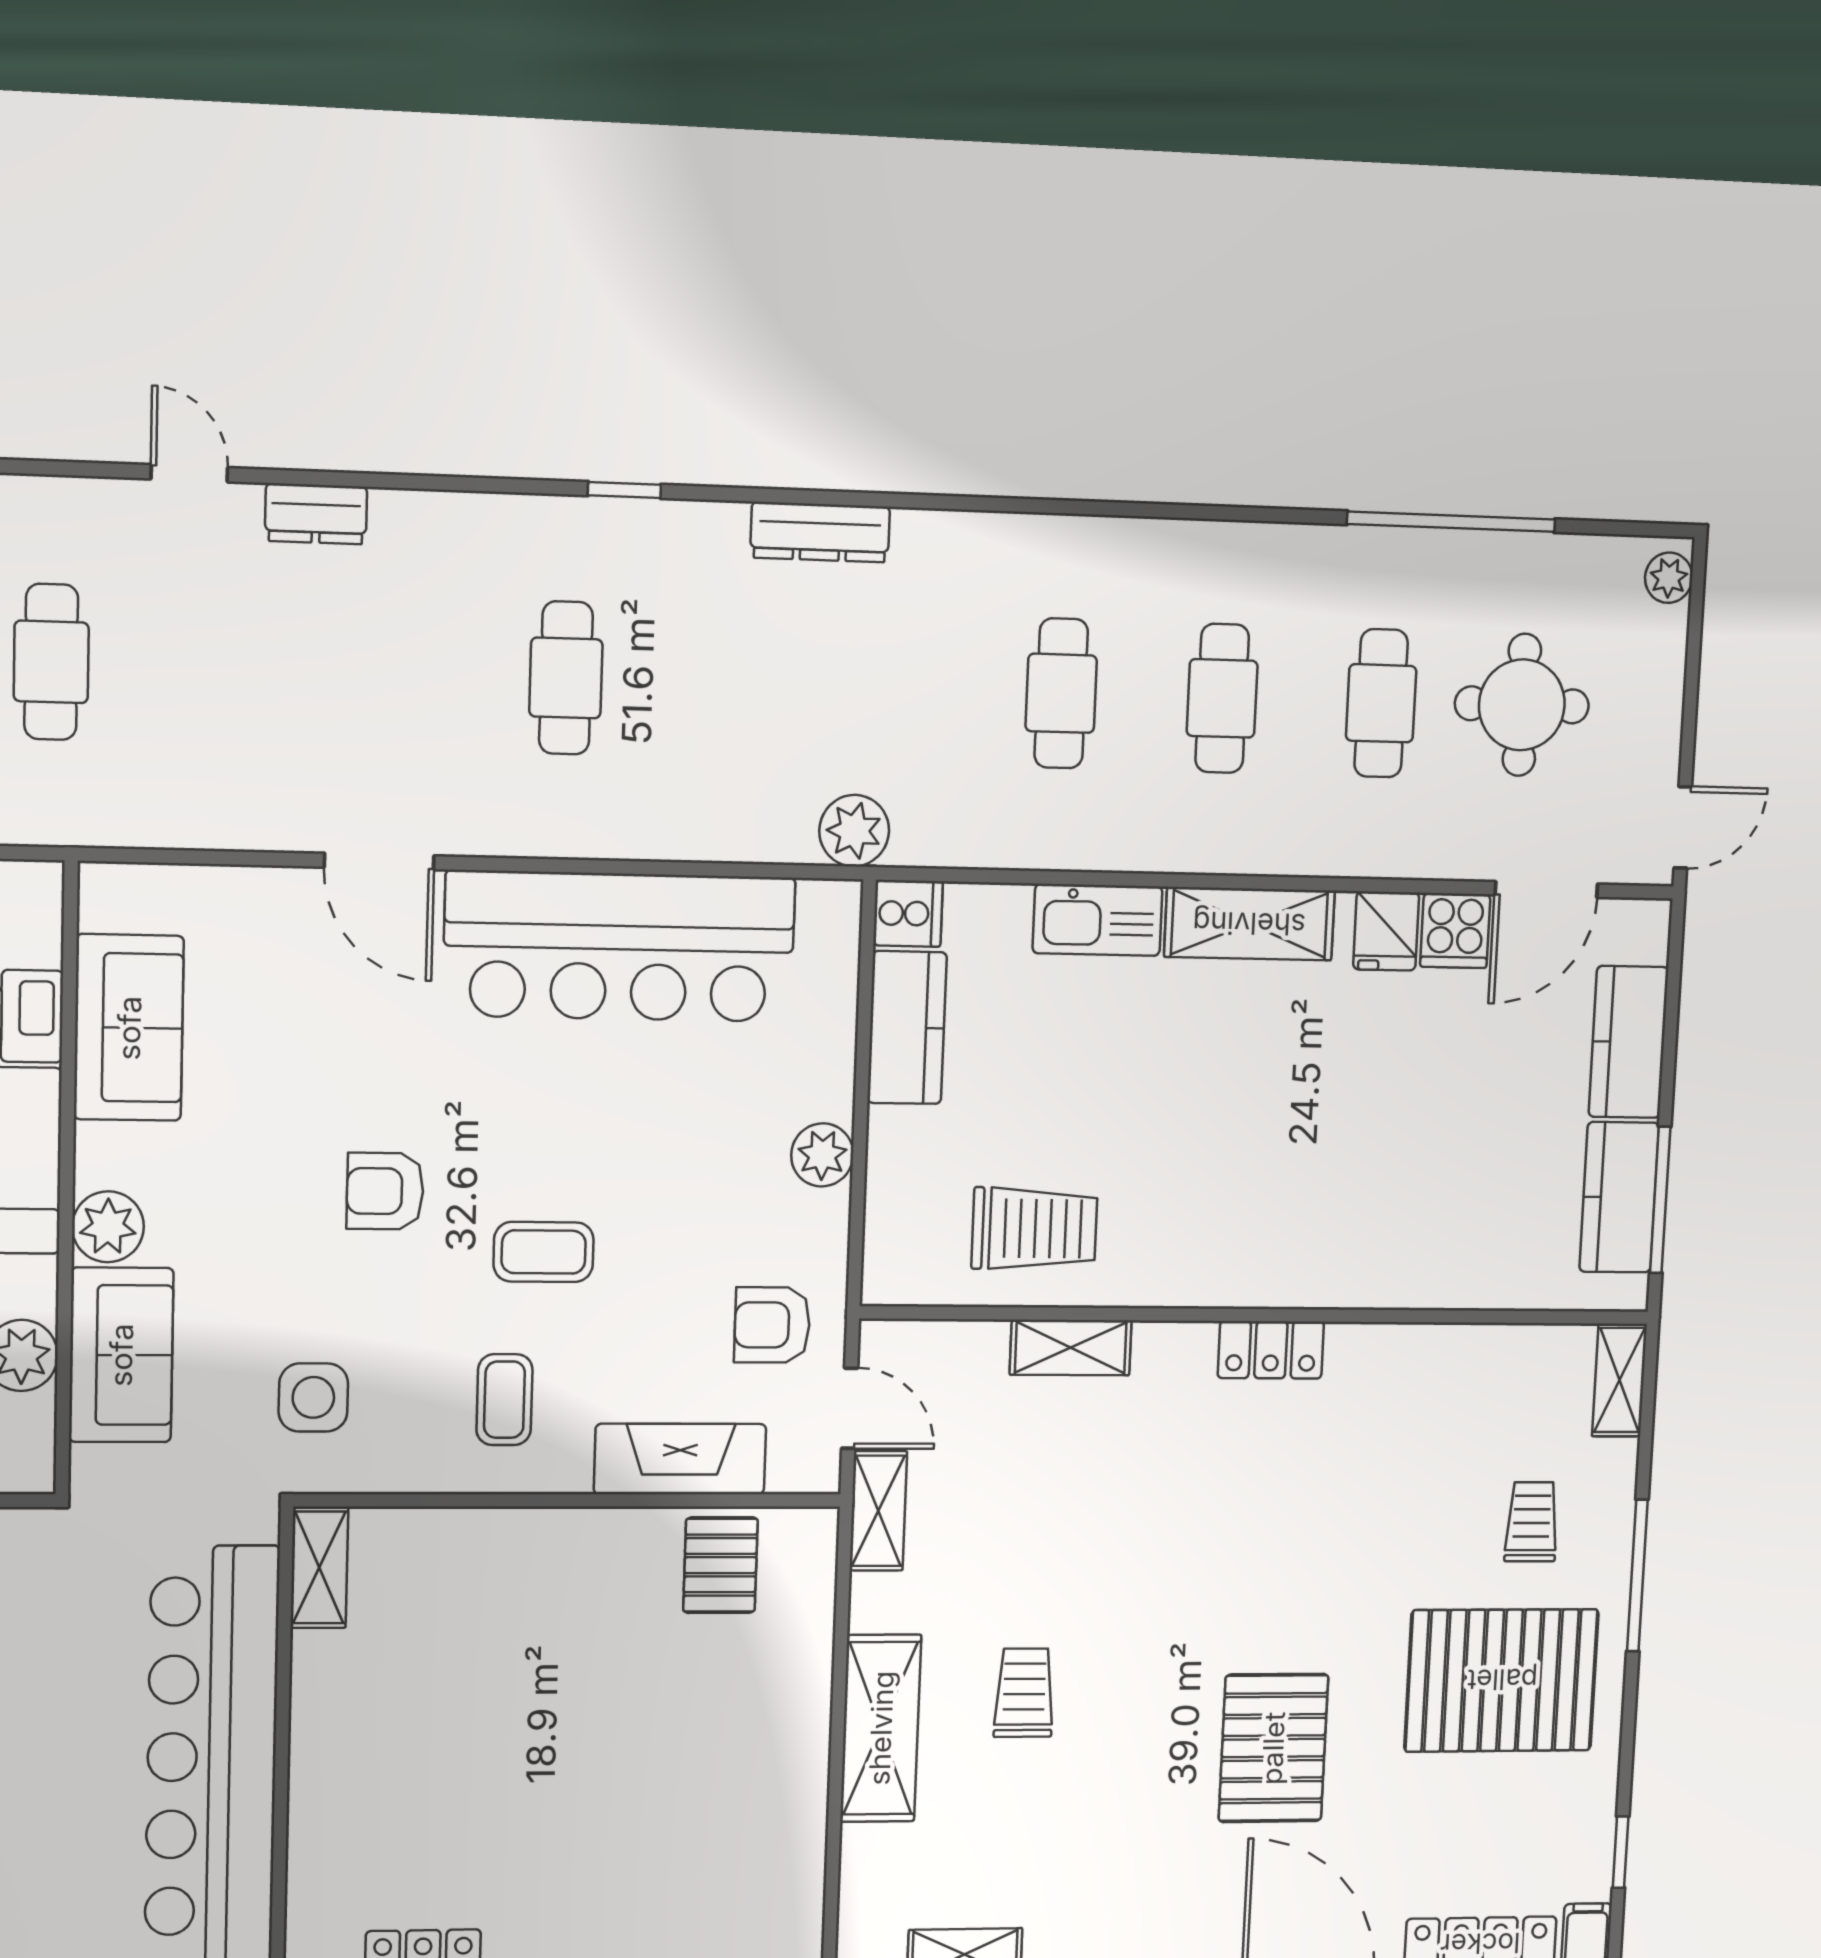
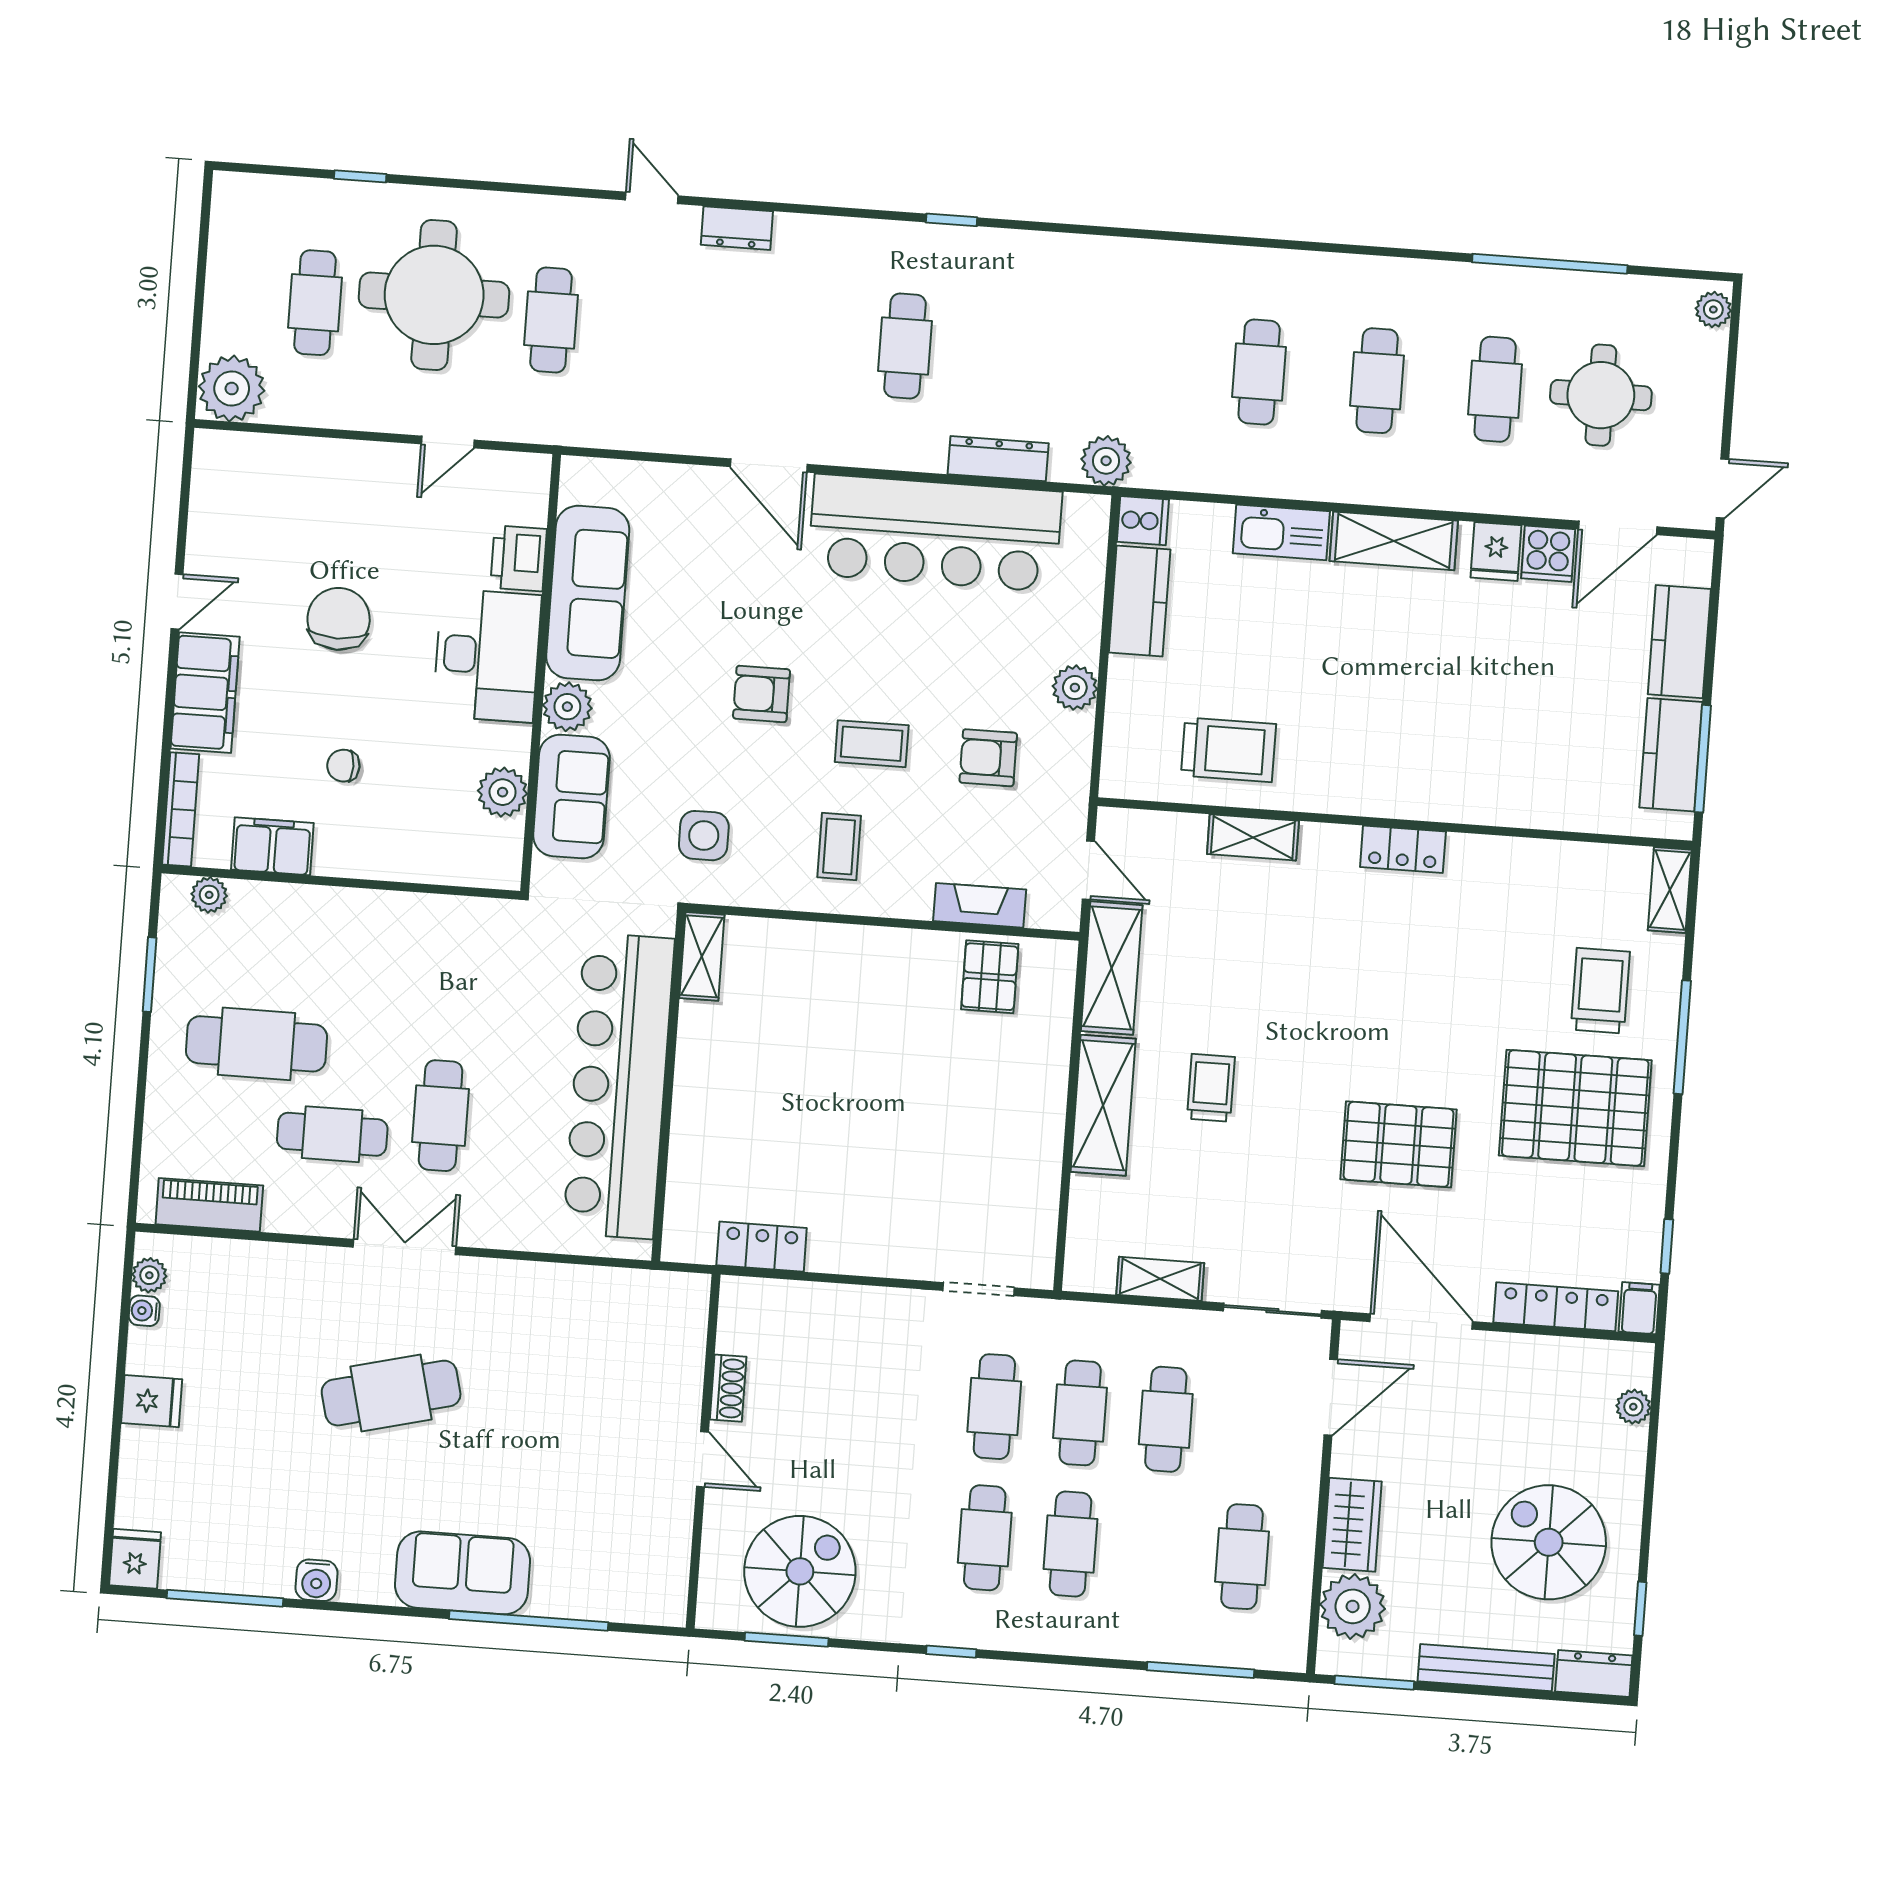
dresser: (820, 532) -> (998, 459), moved, turned 180
sofa: (129, 1028) -> (588, 593), width x1.36
armchair: (772, 1325) -> (988, 758), moved
fireplace: (680, 1459) -> (980, 905), width x0.73, depth x0.76
shelving: (878, 1511) -> (1112, 968), width x1.50, depth x1.33
trolley: (1532, 1522) -> (1600, 991), width x1.36, depth x1.39
pallet: (1273, 1748) -> (1398, 1144), turned 90

